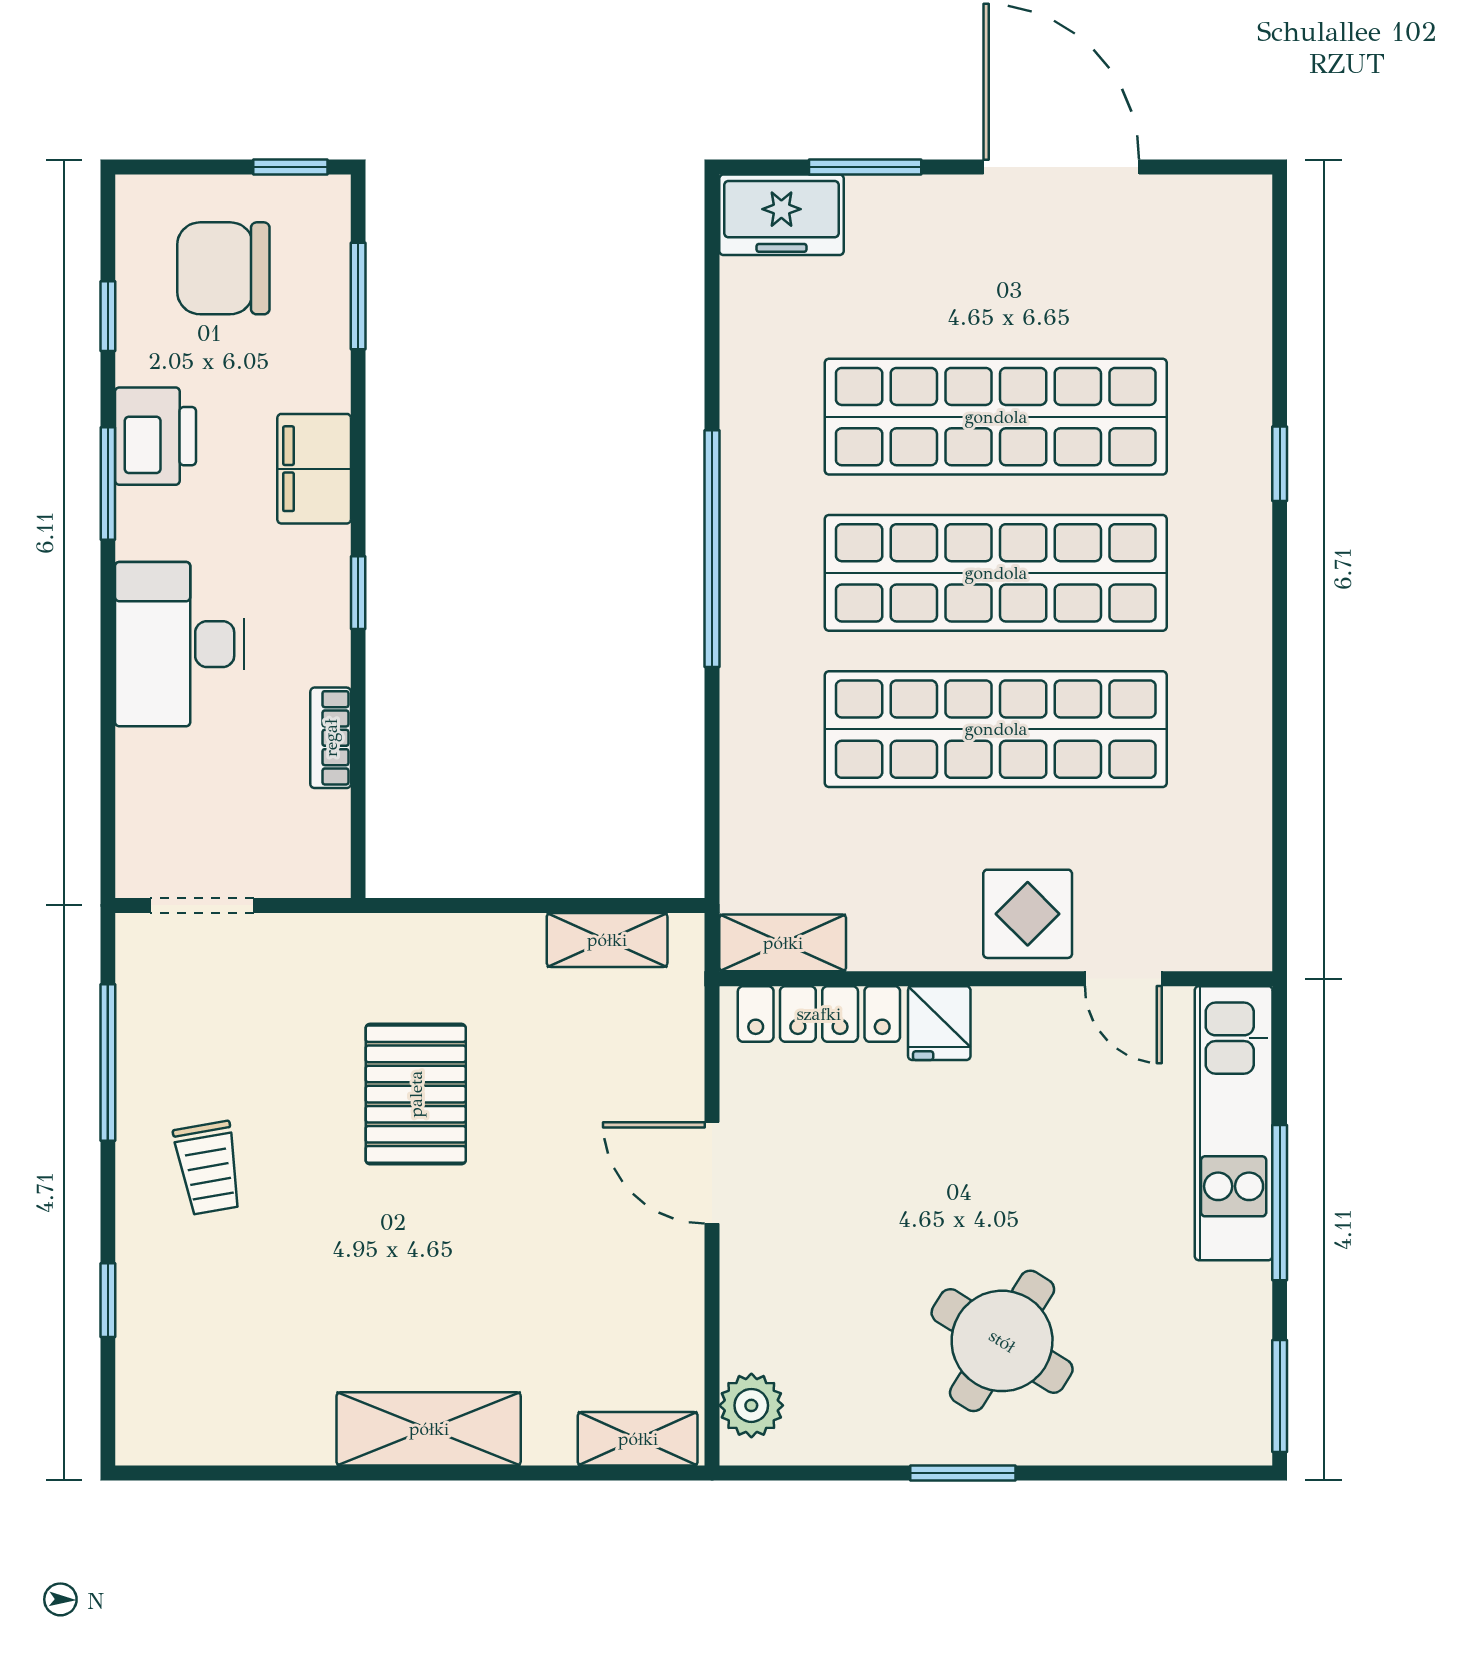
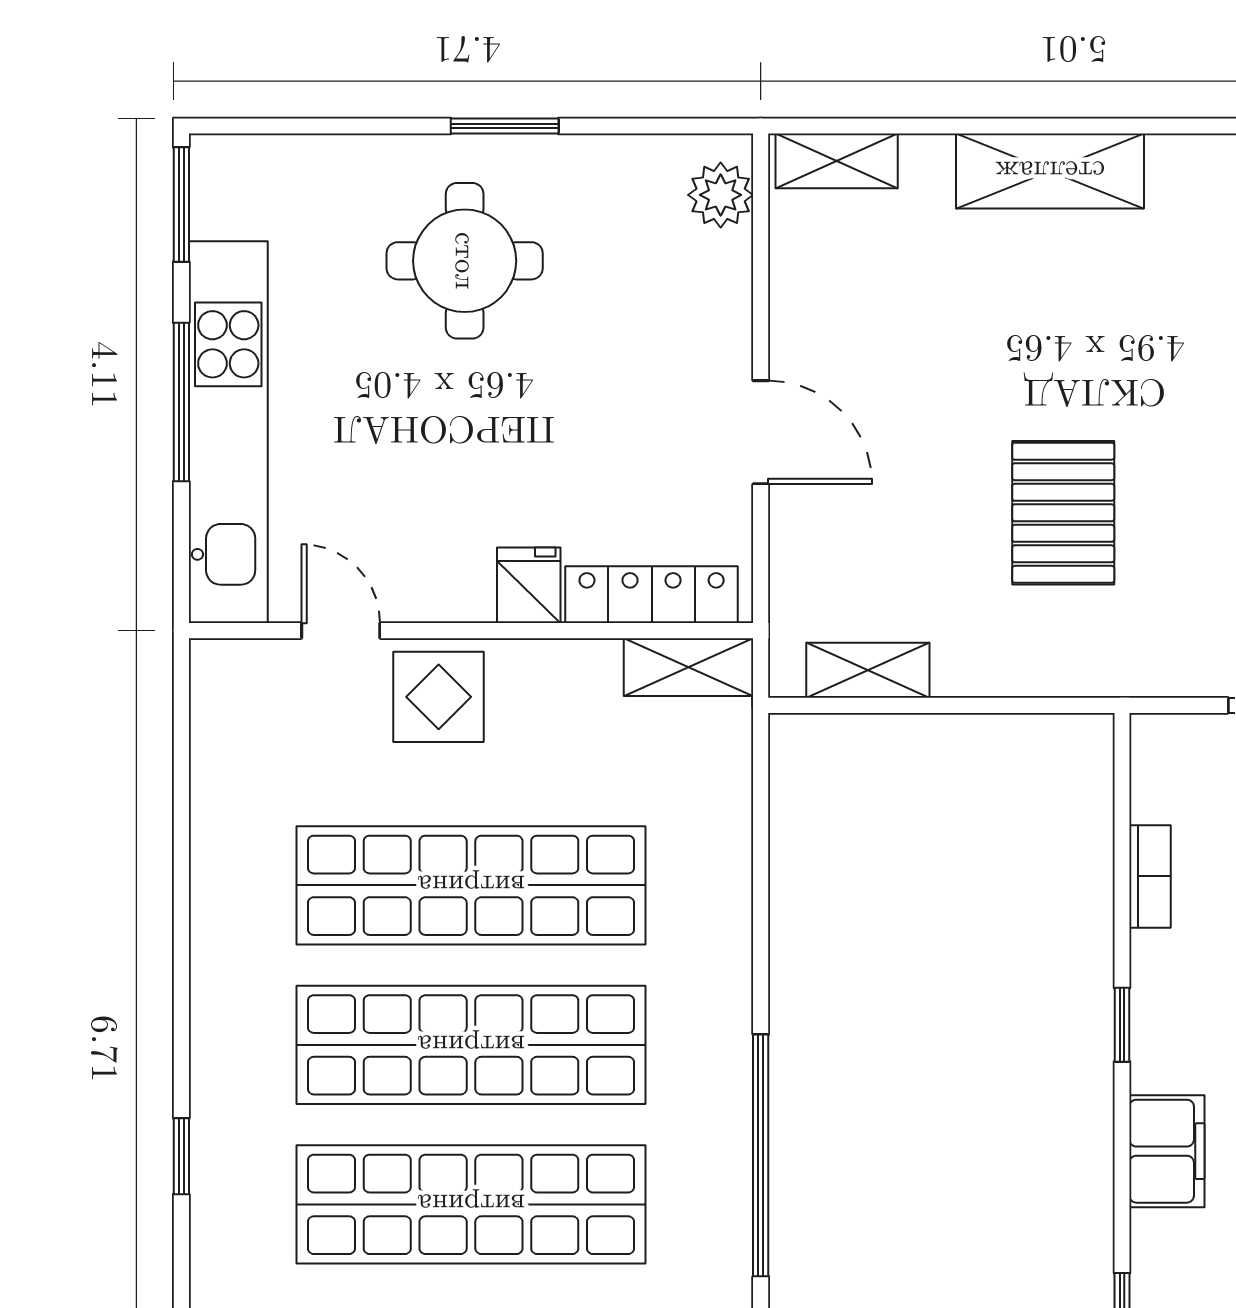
window: (712, 549) -> (761, 1155), moved
kitchen unit: (1234, 1123) -> (228, 432), width x1.36
round table: (1002, 1341) -> (465, 261), turned -32

